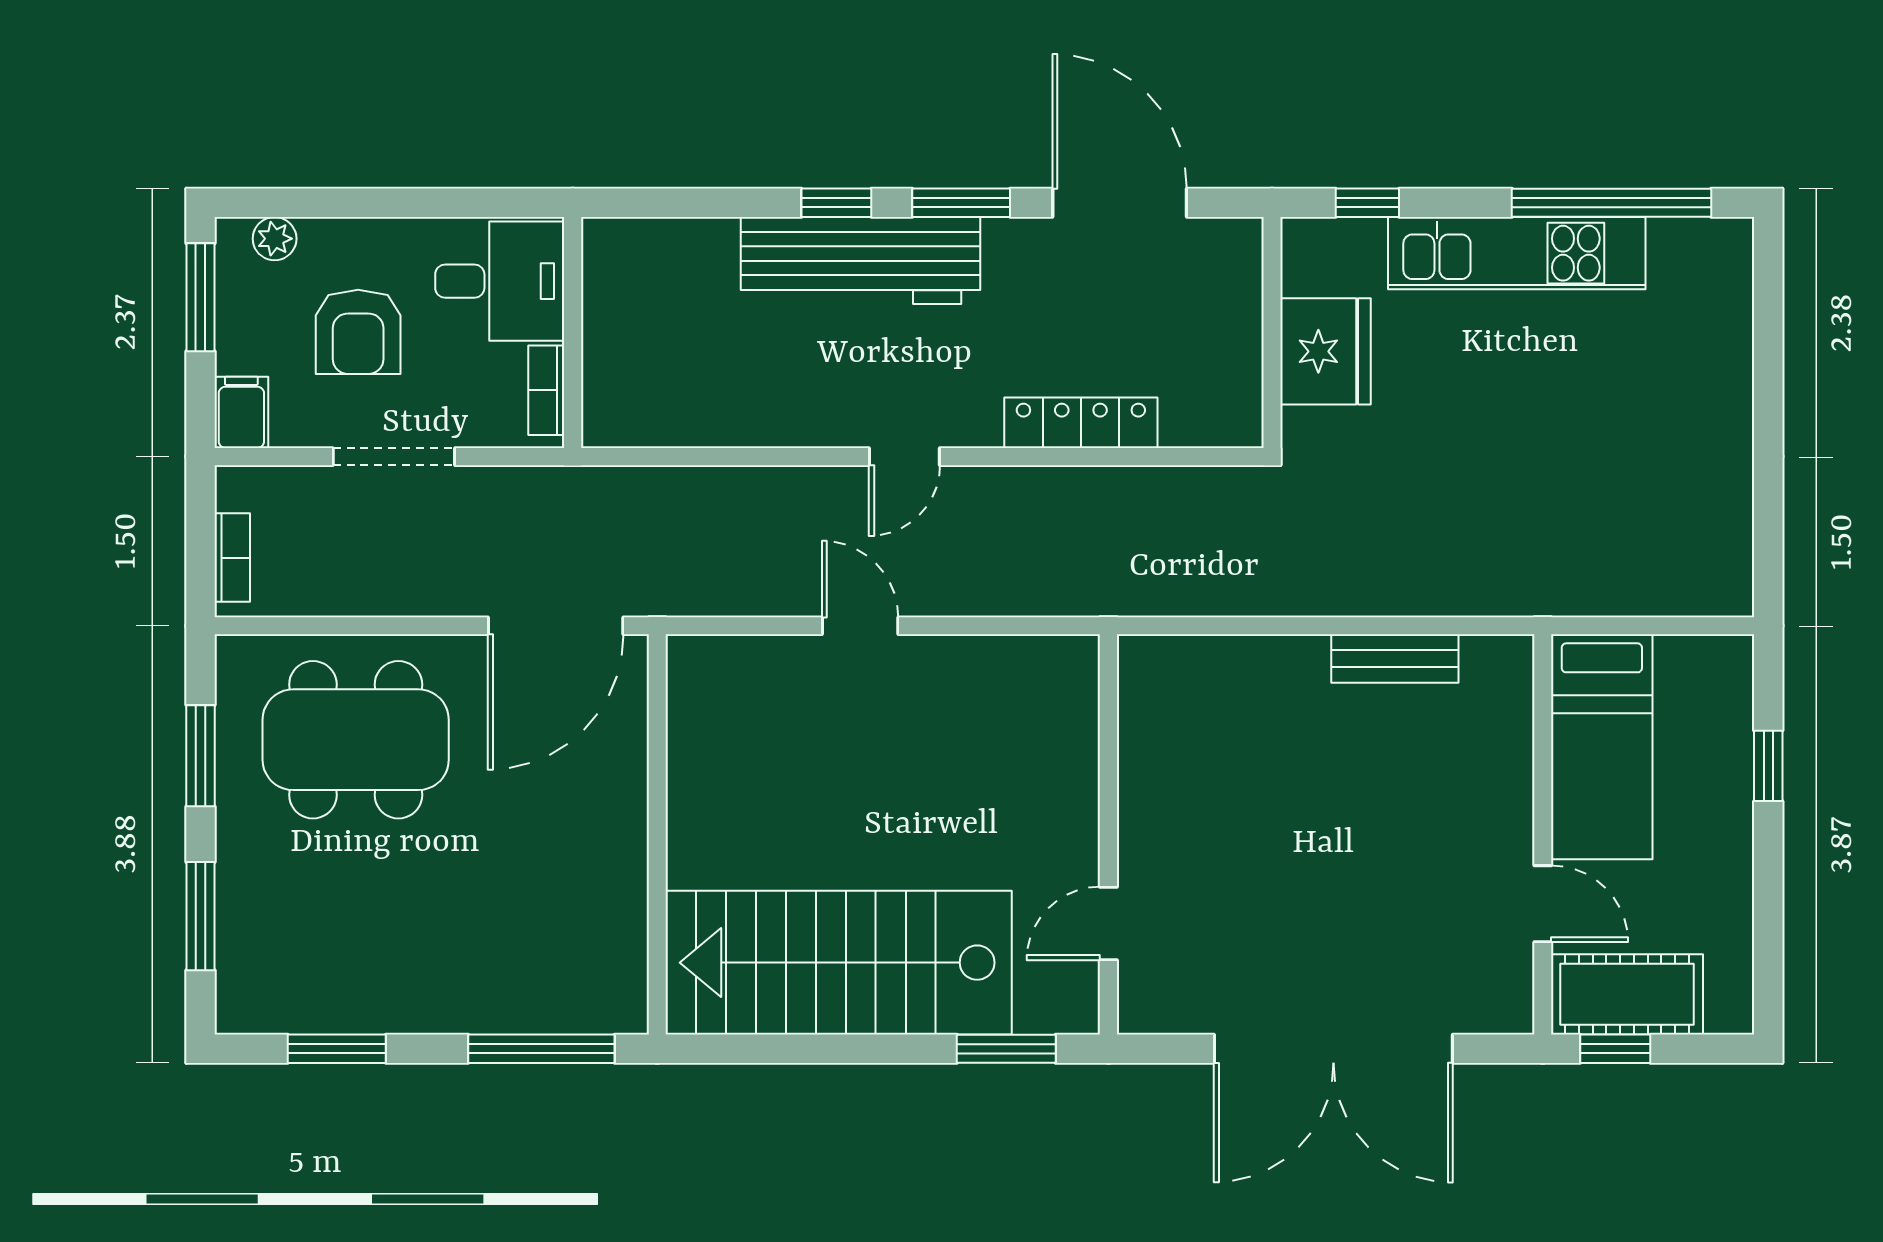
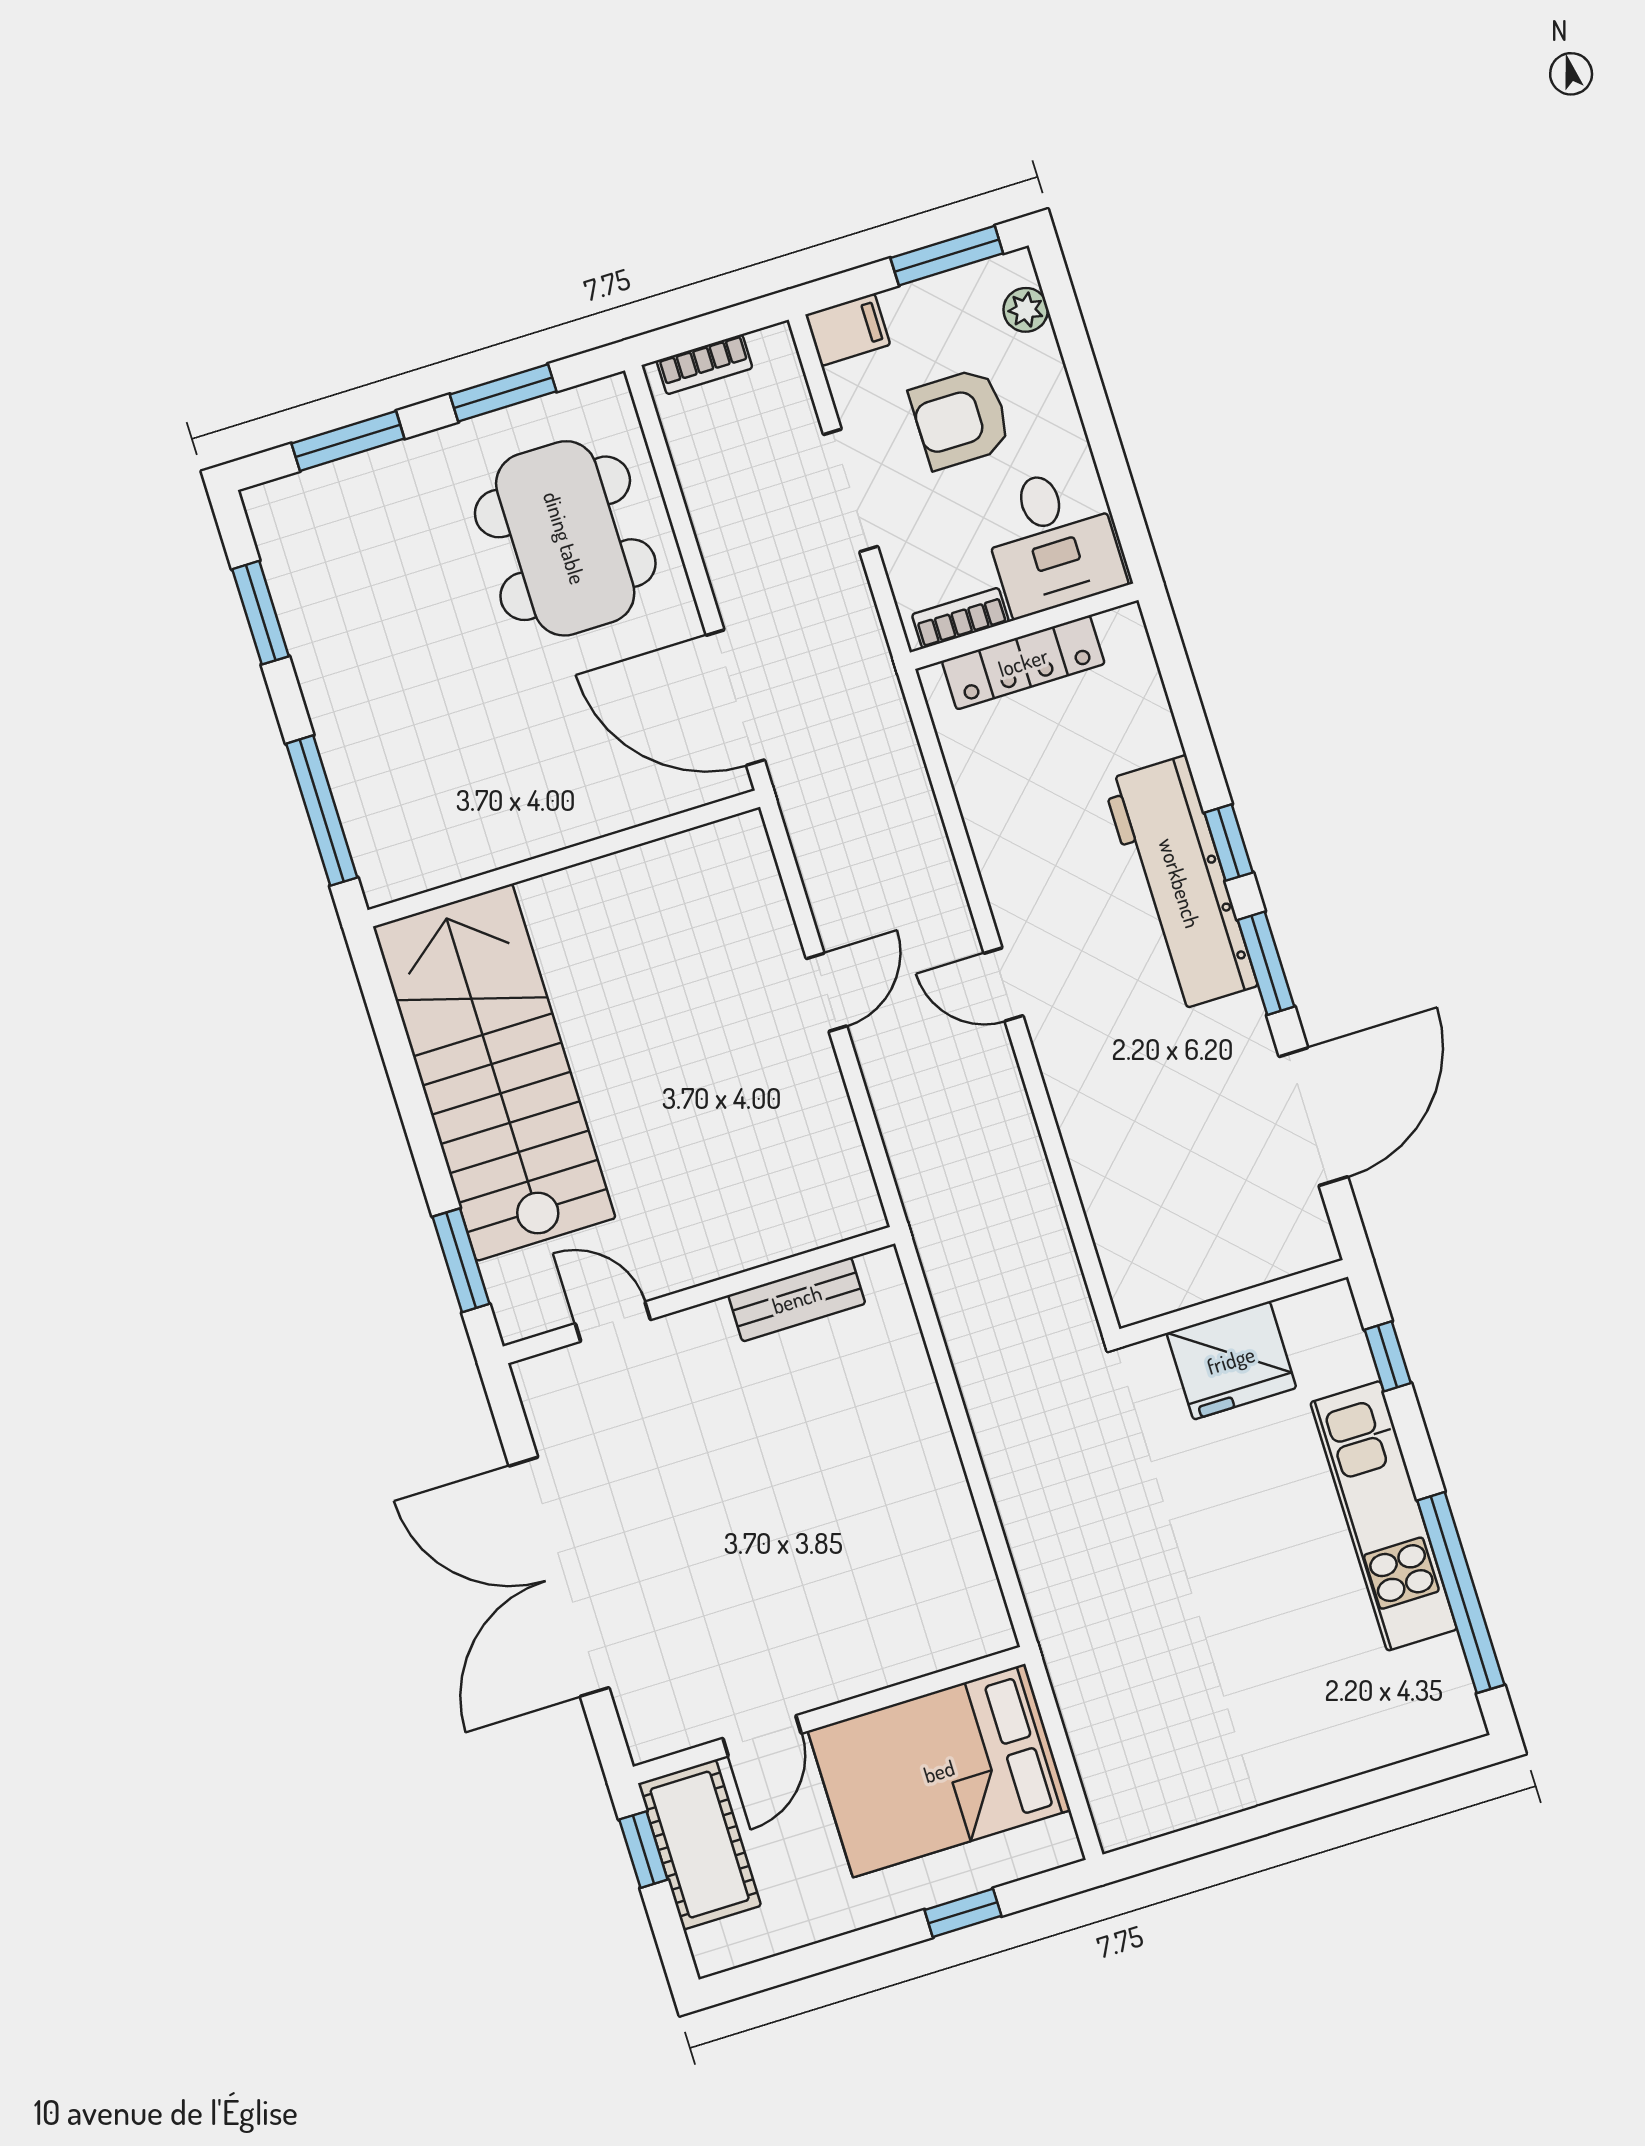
locker: (1081, 423) -> (1023, 662), moved, turned 90
bench: (1395, 658) -> (797, 1299), moved, turned 90
bed: (1602, 747) -> (939, 1771), width x1.50

